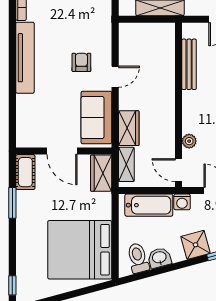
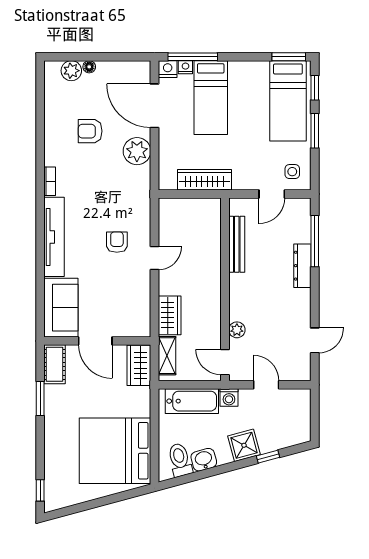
sofa: (96, 118) -> (61, 308), moved, turned 180

